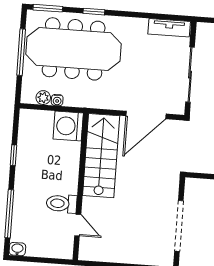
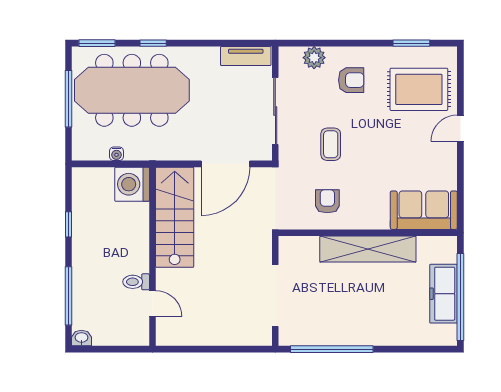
plant: (43, 98) -> (99, 152), removed
toilet: (62, 204) -> (136, 282), width x0.73, depth x0.72

